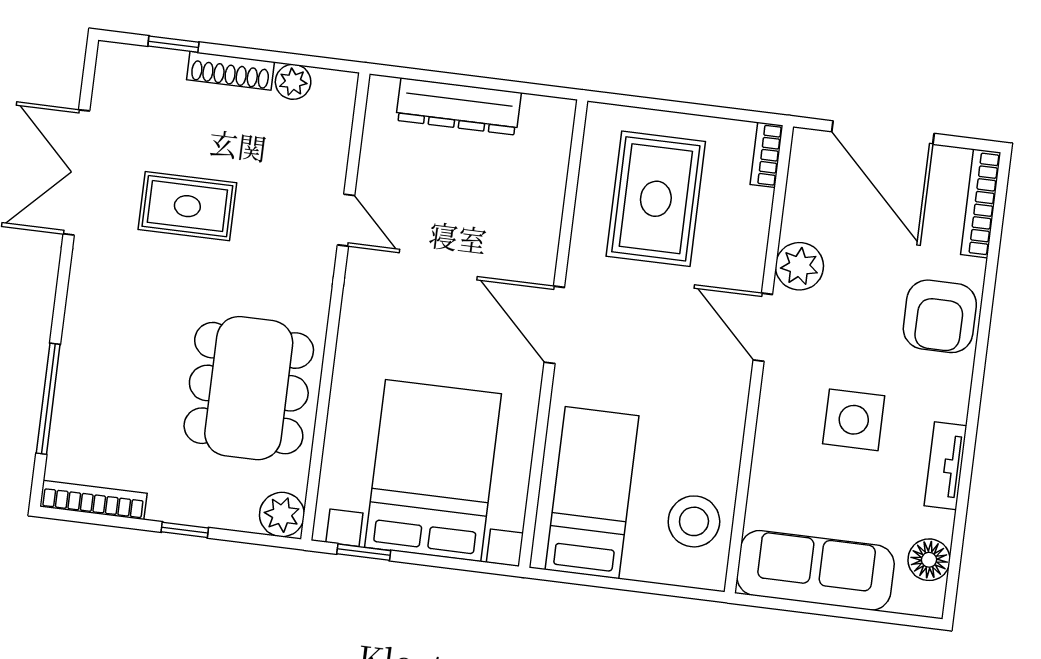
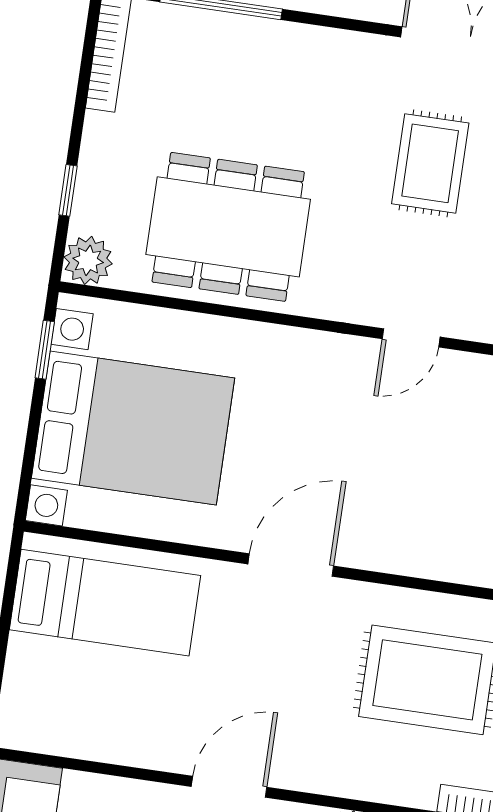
door: (763, 327) -> (229, 787), moved
stool: (694, 521) -> (71, 714), removed
window: (185, 530) -> (68, 190), moved

